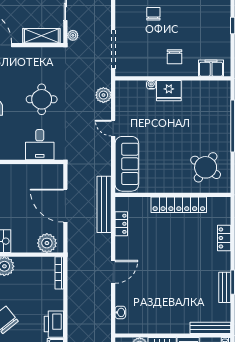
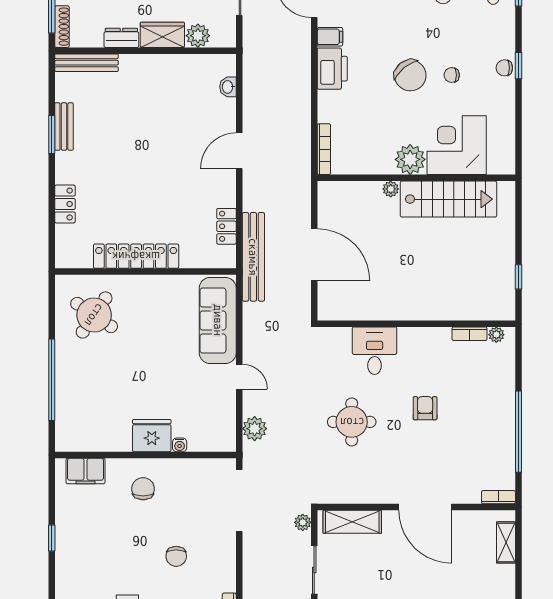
desk: (40, 145) -> (375, 351), moved
plant: (47, 243) -> (391, 189), moved, width x0.53, depth x0.53

